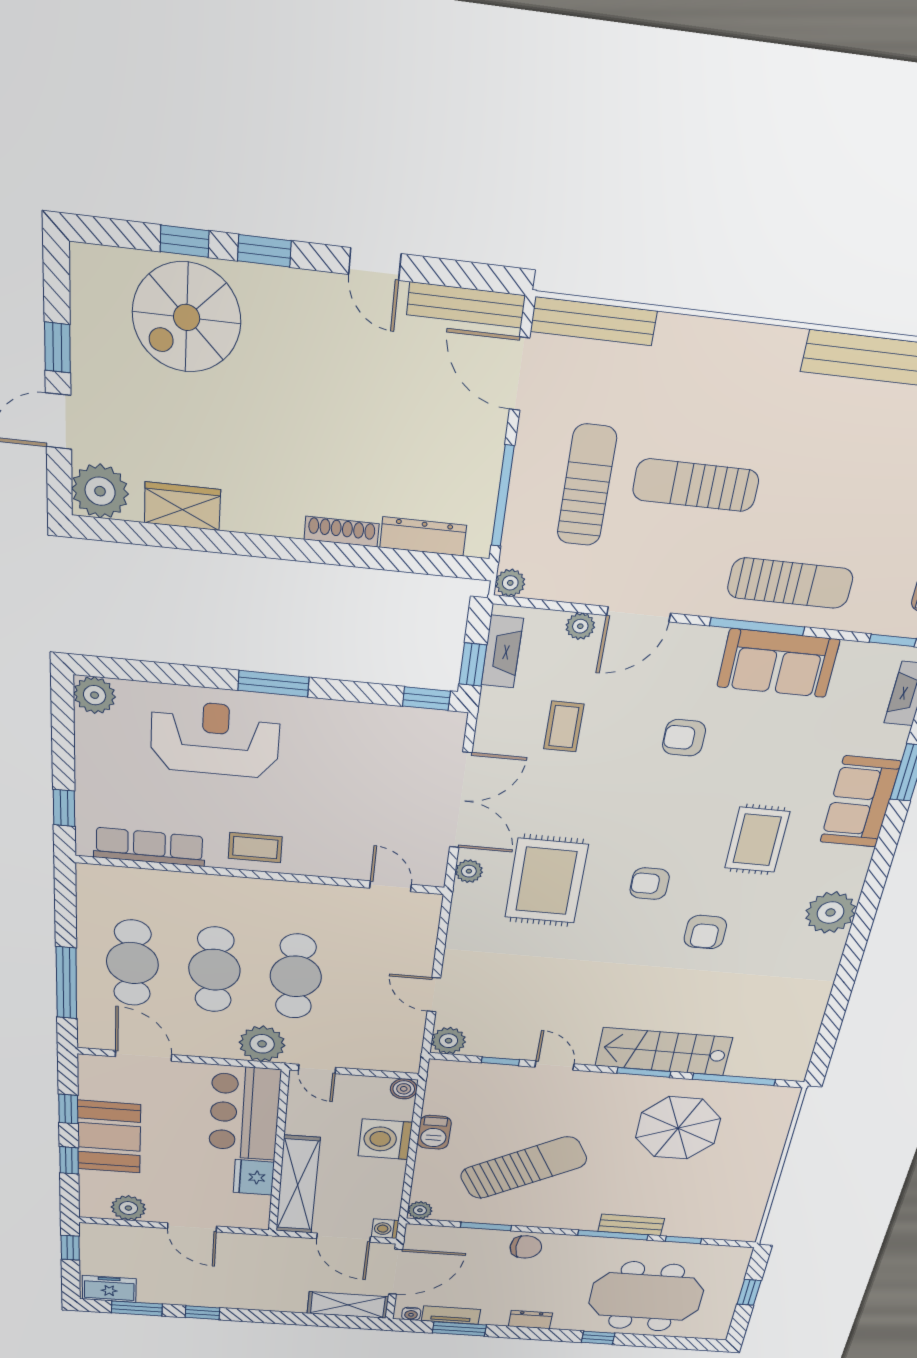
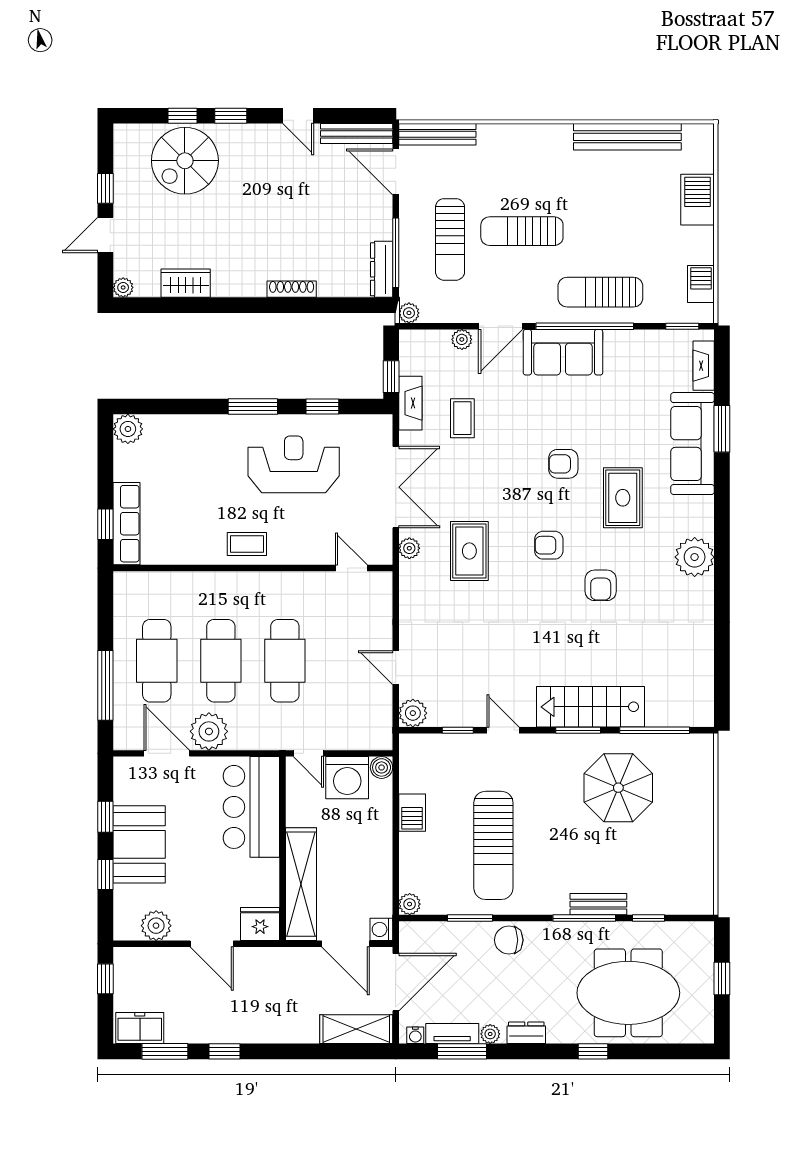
sun lounger: (587, 486) -> (450, 239), turned 180
plant: (100, 491) -> (123, 287), width x0.53, depth x0.53
dresser: (423, 536) -> (382, 269), moved, turned -90
sun lounger: (790, 583) -> (600, 292), turned 180
window: (757, 626) -> (585, 326), width x1.46
fireplace: (502, 652) -> (410, 403), moved
sofa: (778, 663) -> (563, 352), moved
window: (426, 699) -> (322, 406), moved
armchair: (684, 738) -> (563, 464), moved
reception desk: (215, 739) -> (294, 464), moved
sofa: (860, 802) -> (693, 444), width x1.36
row of seats: (149, 847) -> (127, 524), moved, turned 90
rug: (546, 881) -> (469, 551), width x0.73, depth x0.70
plant: (262, 1044) -> (209, 731), moved
washing machine: (385, 1139) -> (347, 778), moved, turned -90
sun lounger: (524, 1168) -> (493, 845), turned 119
fridge: (254, 1177) -> (260, 924), moved, turned 90
chair: (526, 1247) -> (509, 940), turned 180
plant: (492, 1318) -> (490, 1034), added

